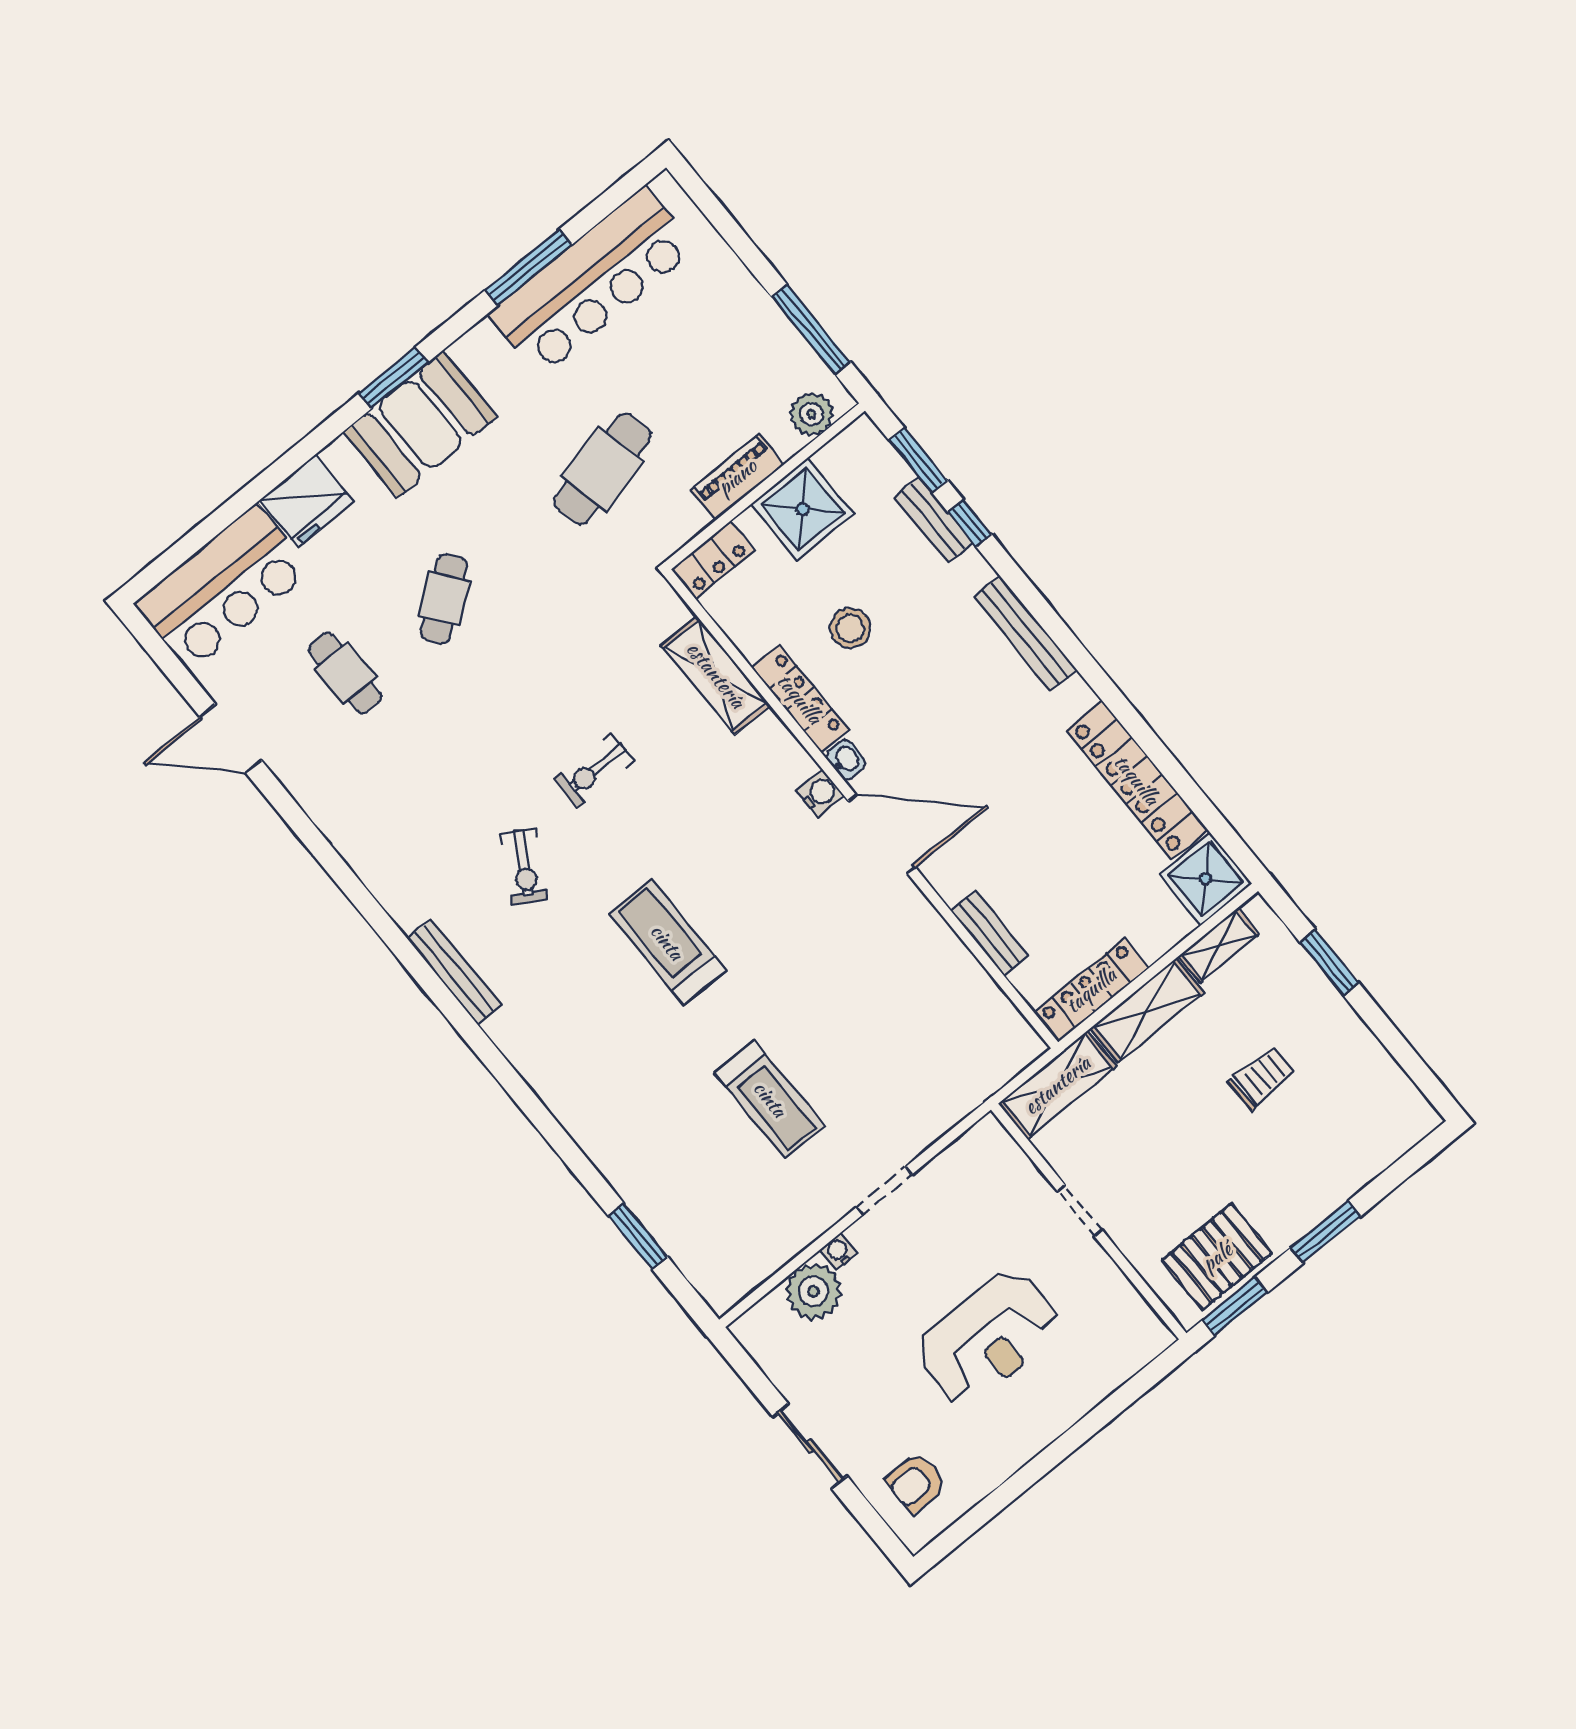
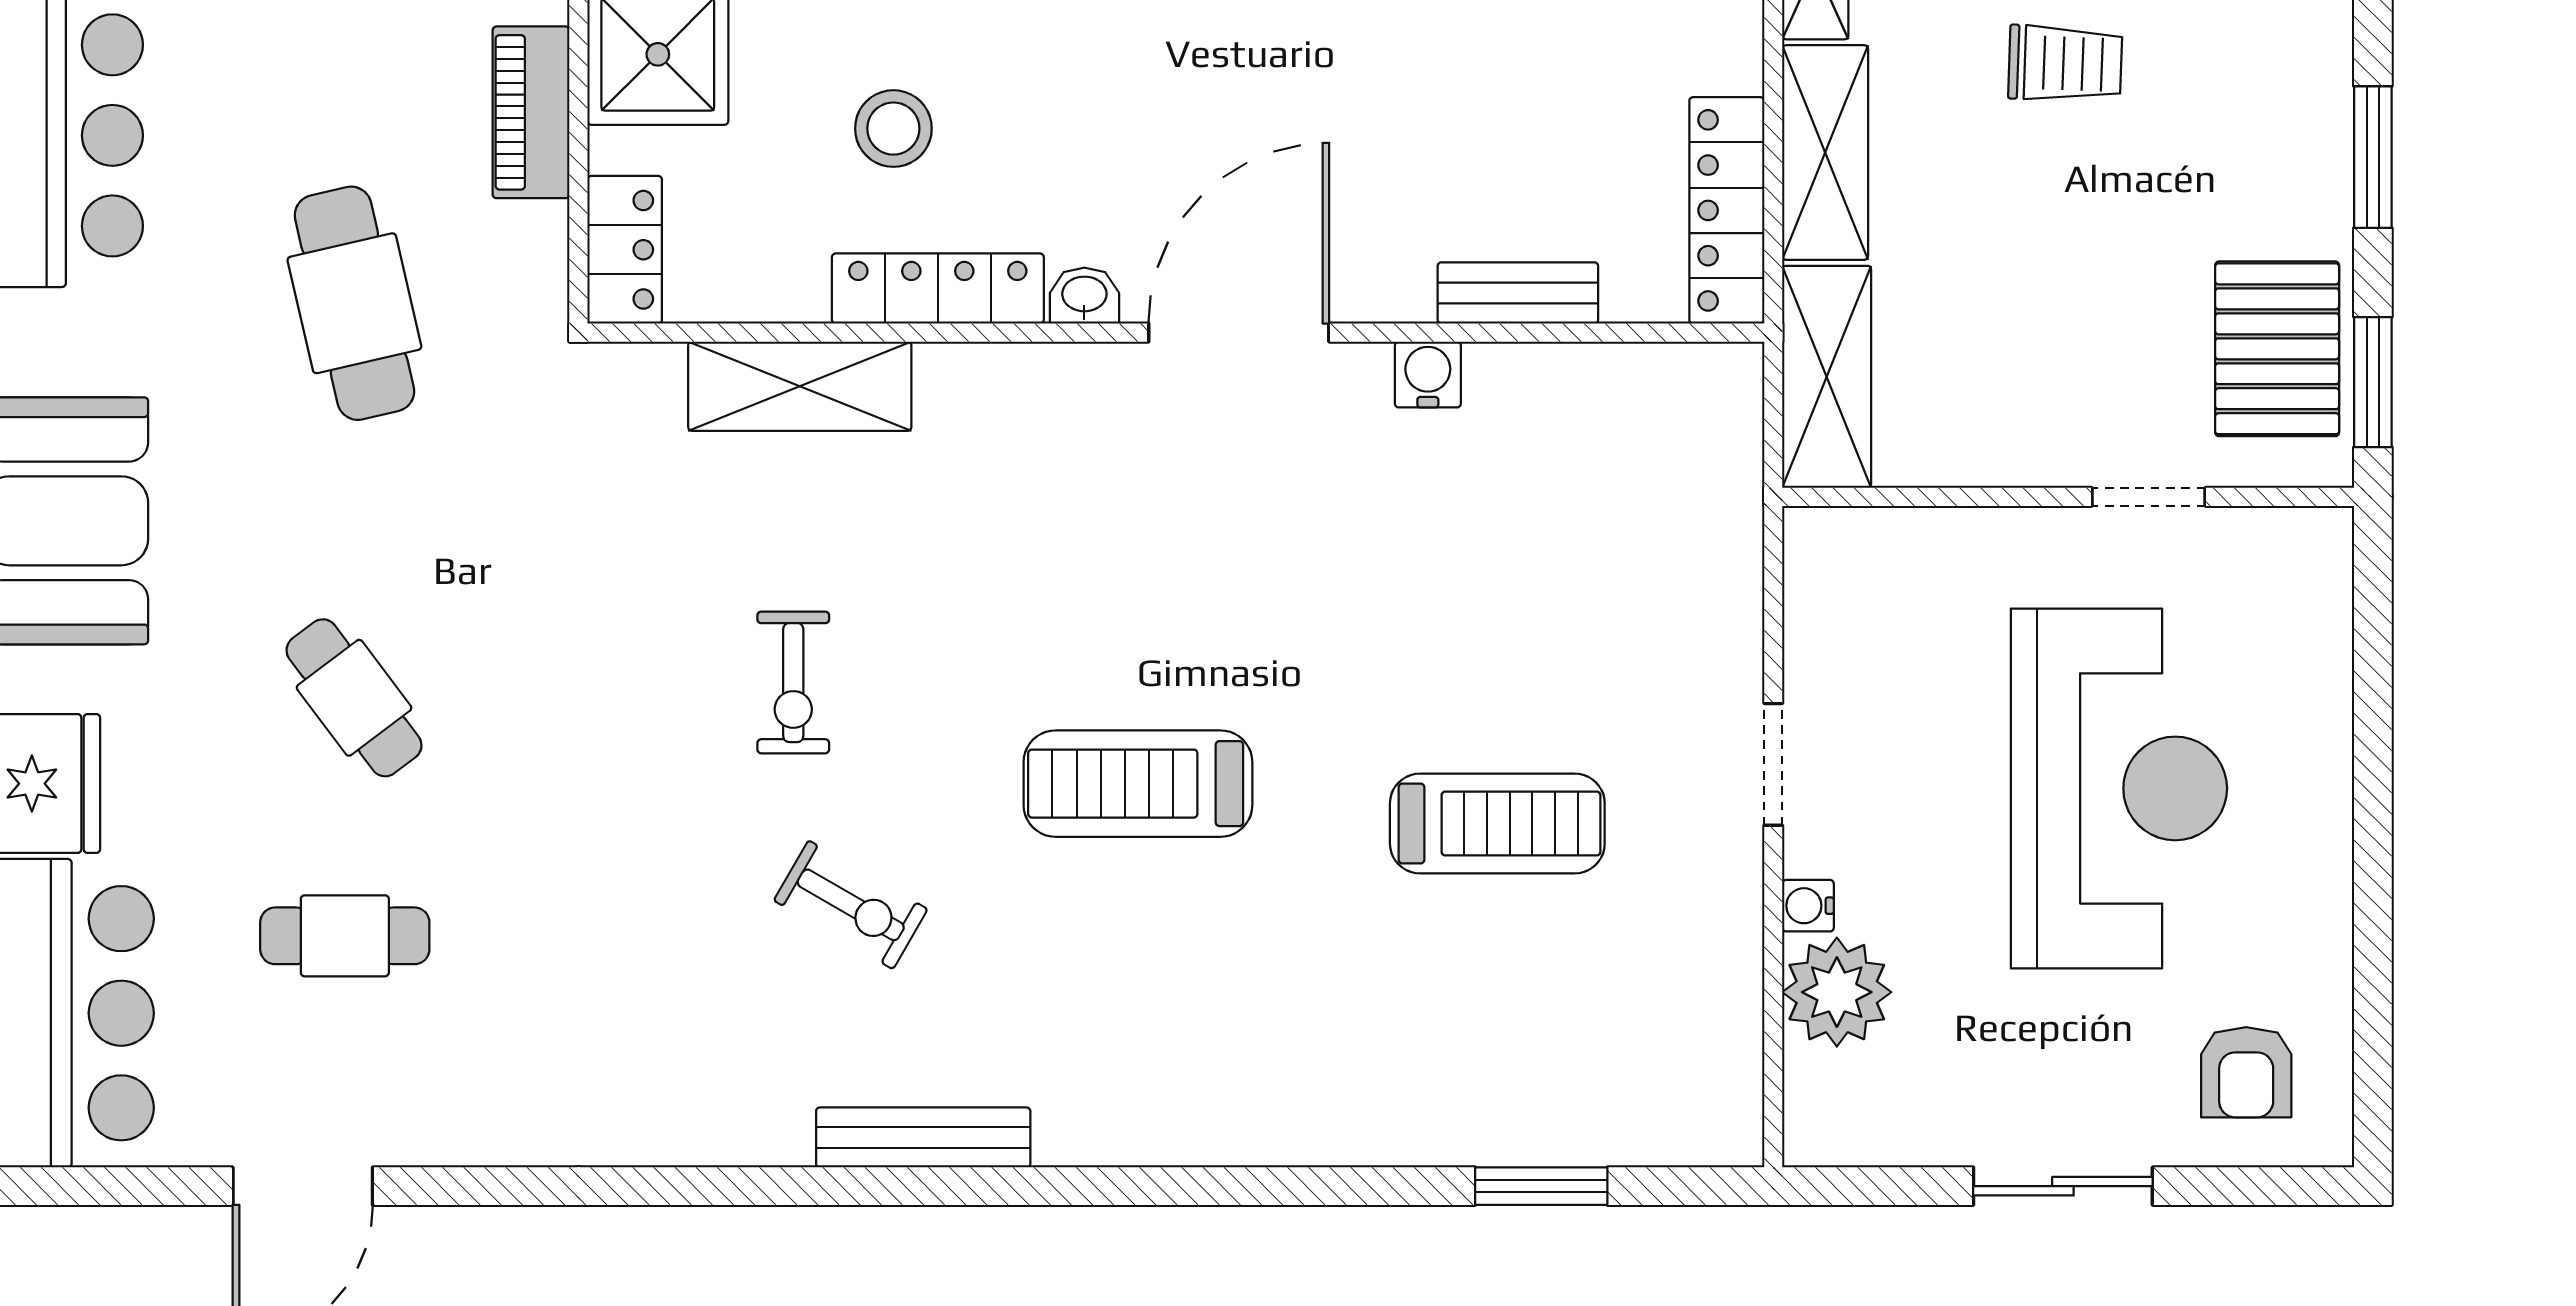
water cooler: (820, 793) -> (1428, 375), moved
trolley: (1262, 1078) -> (2065, 63), turned 92
doorway: (1080, 1211) -> (2149, 497), moved
reception desk: (988, 1338) -> (2119, 788), width x1.36, depth x1.30

